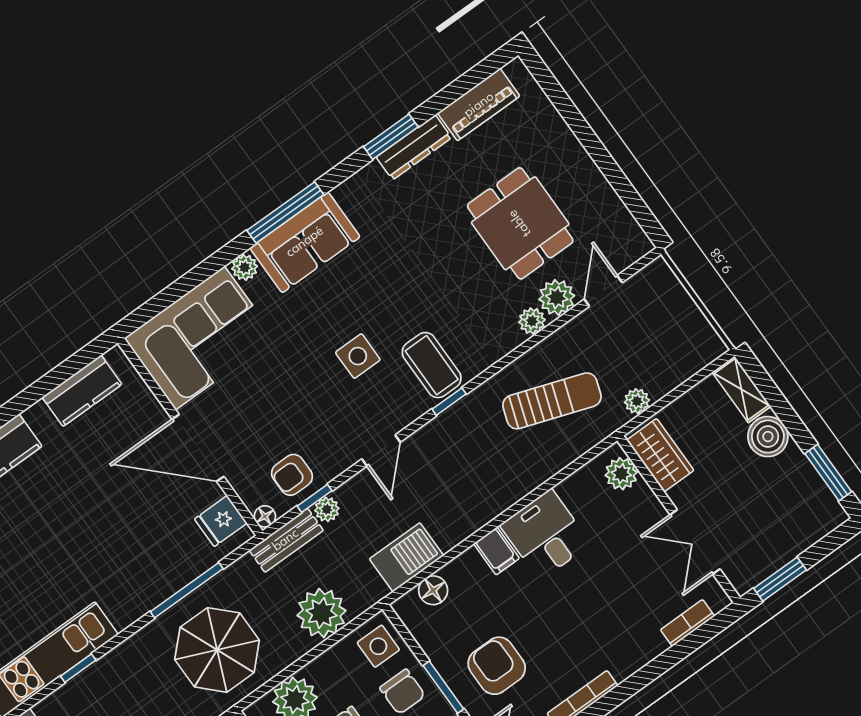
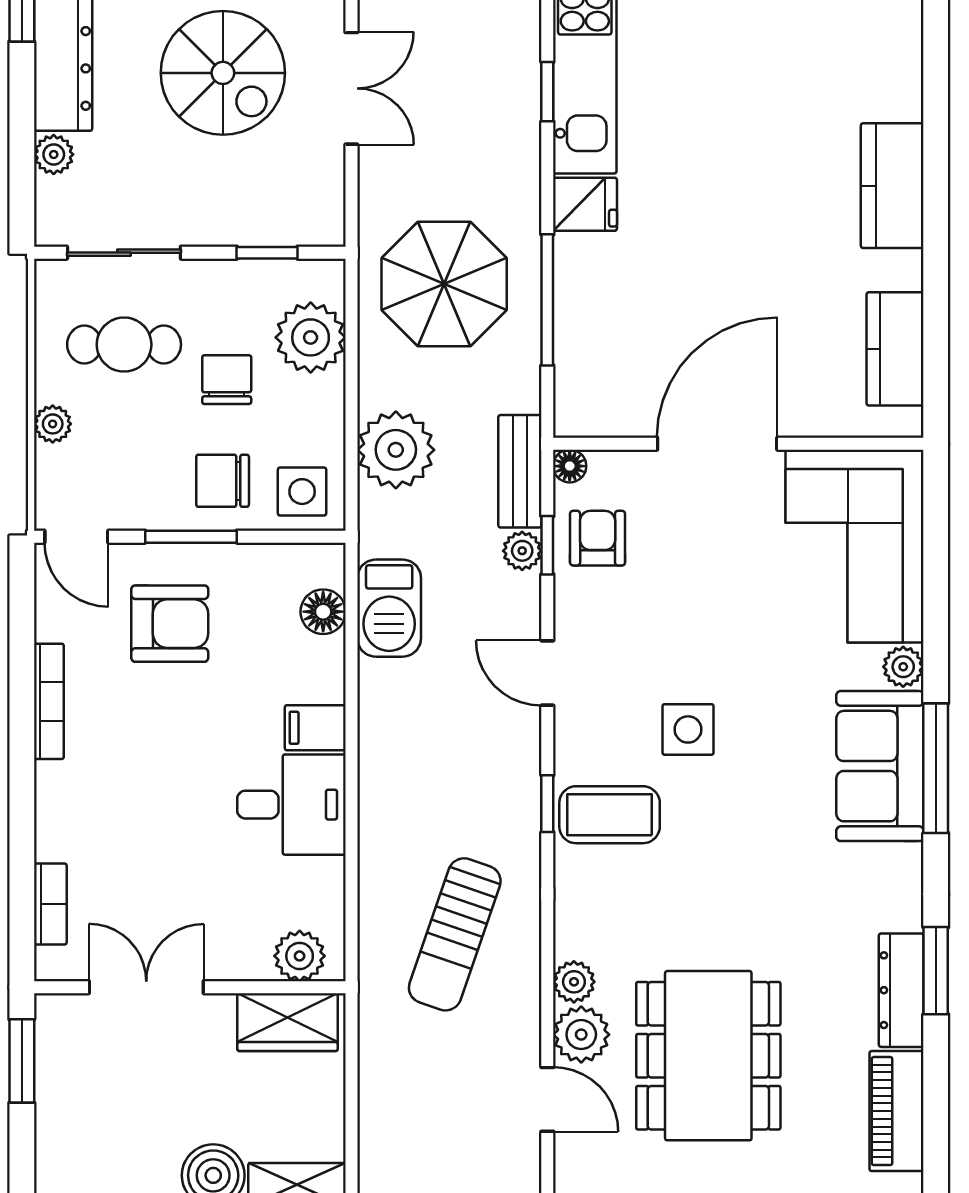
dining table: (520, 223) -> (708, 1056), width x1.38
plant: (637, 401) -> (377, 1042), removed
fridge: (221, 521) -> (585, 204), moved, turned 90

